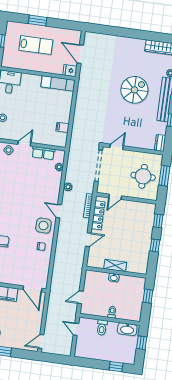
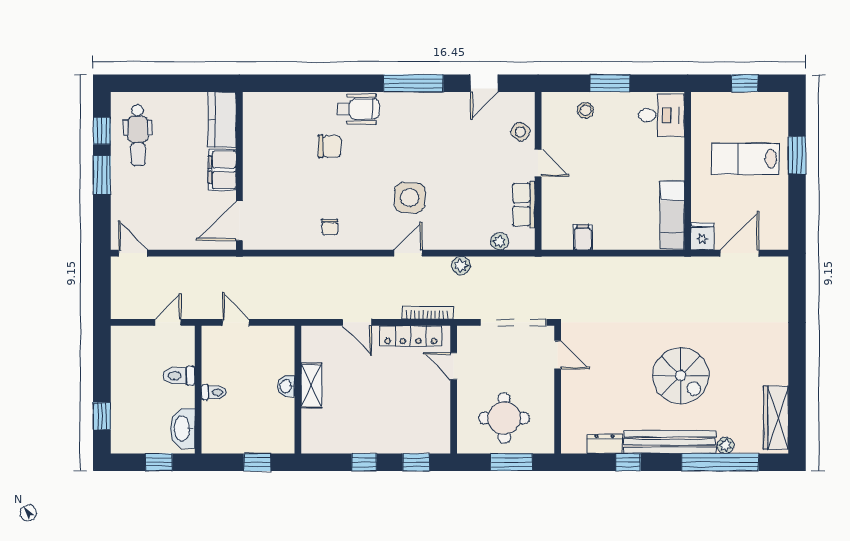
lab bench: (36, 45) -> (746, 159), turned 90
dresser: (160, 143) -> (605, 444), moved
side table: (43, 226) -> (410, 198), moved

